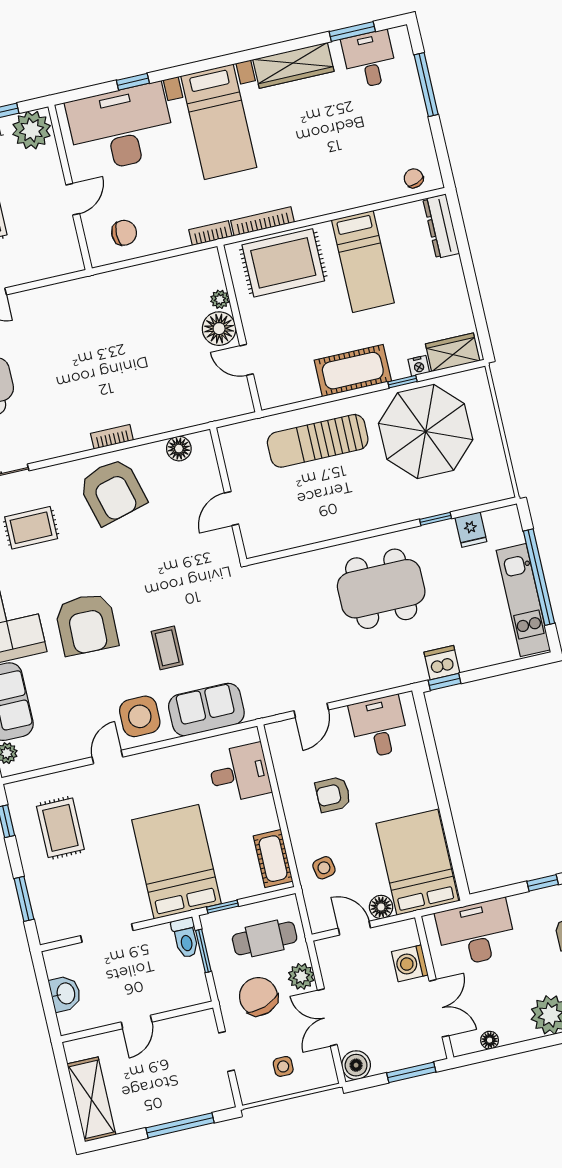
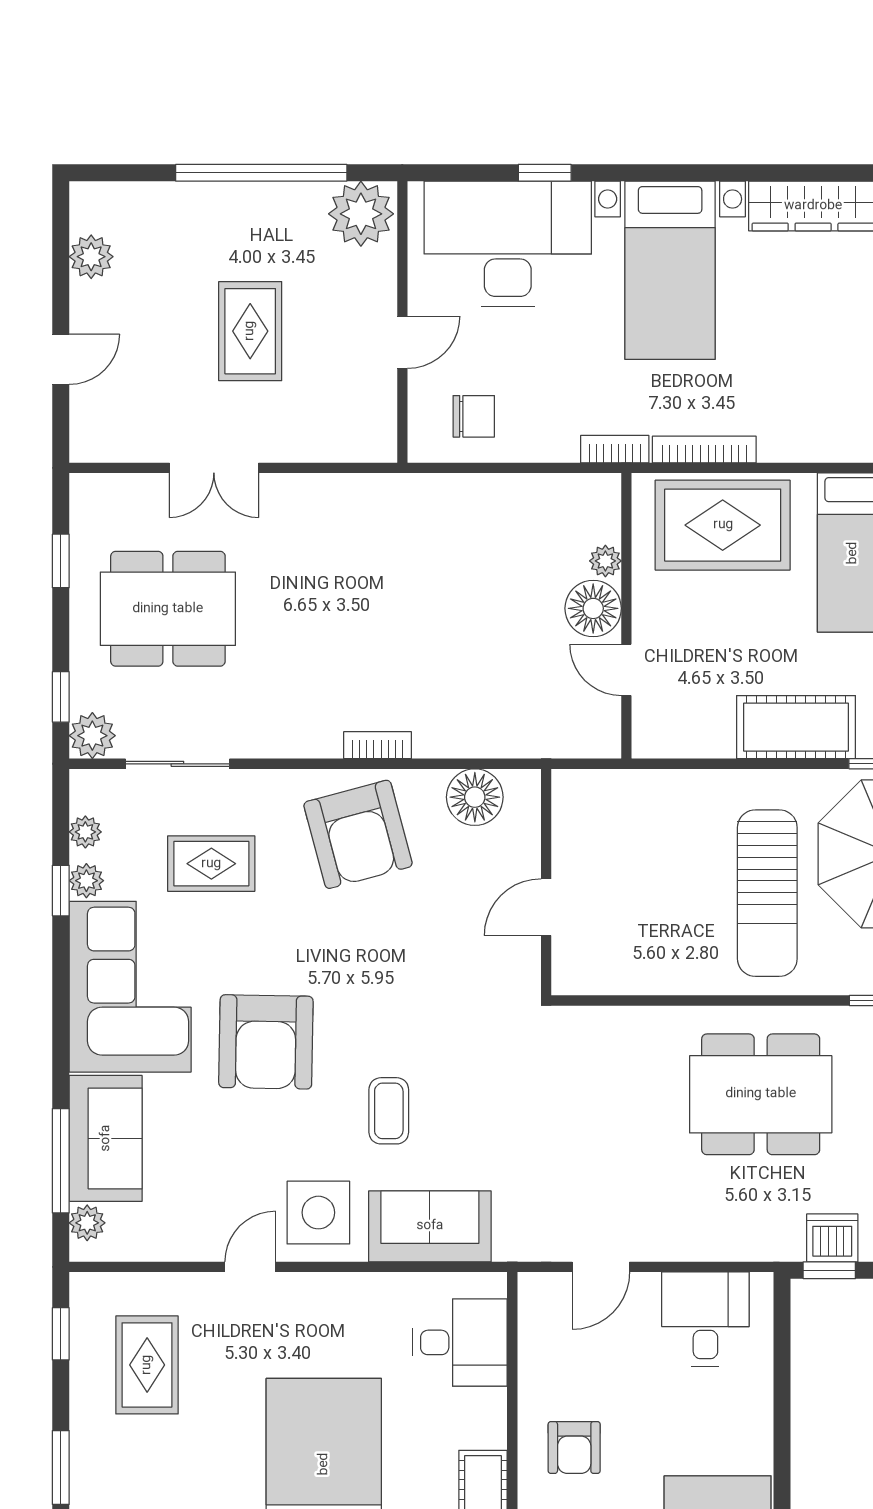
sun lounger: (318, 441) -> (767, 893), moved, turned -90
floor lamp: (179, 449) -> (475, 797), width x1.38, depth x1.38
armchair: (333, 794) -> (574, 1447), moved, turned -90

